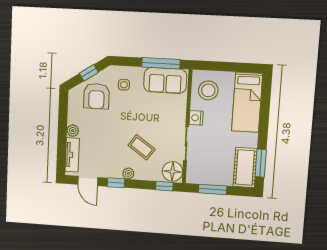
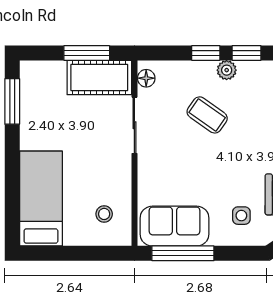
stool: (208, 90) -> (104, 214), width x0.53, depth x0.53
nightstand: (196, 118) -> (121, 169), removed
cot: (245, 168) -> (99, 78), moved, turned 90
floor lamp: (172, 171) -> (146, 78), width x0.53, depth x0.53
window: (164, 186) -> (206, 53), moved

